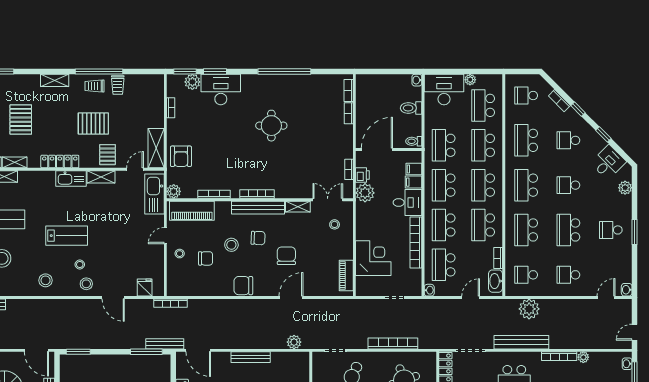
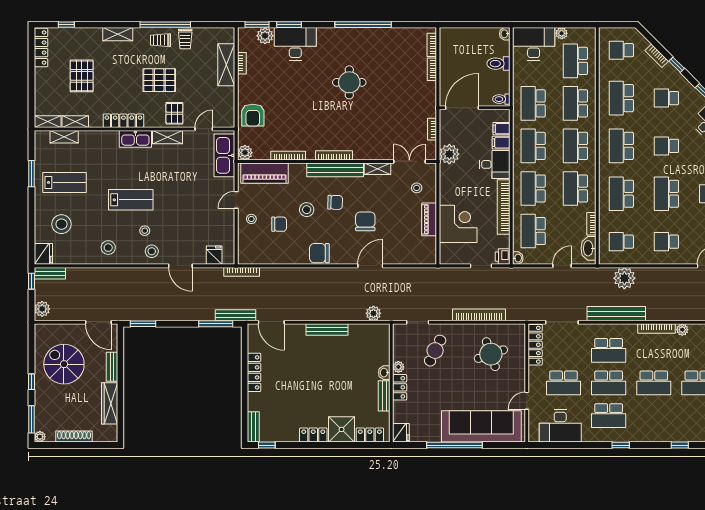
shelving: (156, 148) -> (226, 65), moved
printer: (362, 175) -> (503, 257), moved, turned 180
piano: (346, 276) -> (429, 219), moved

